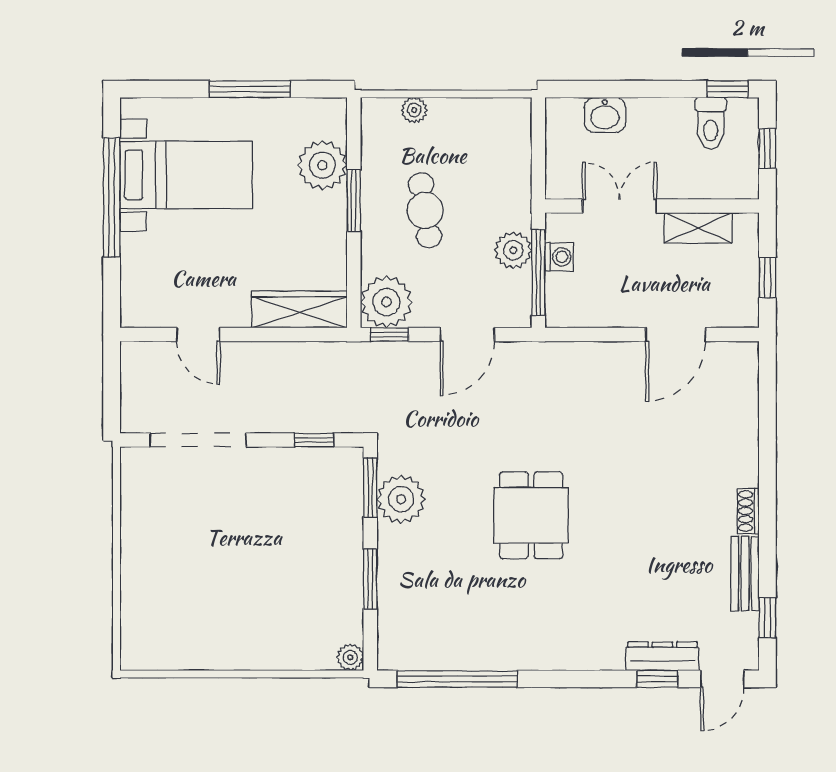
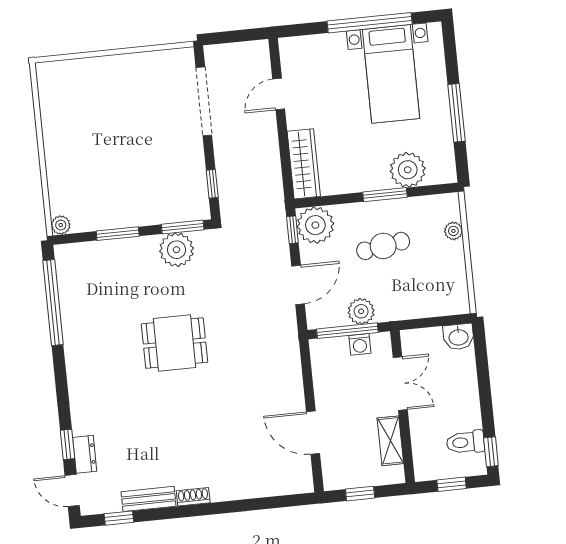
washbasin: (605, 115) -> (459, 337), moved, turned -90
door: (467, 335) -> (298, 285), swing flipped
dresser: (663, 656) -> (85, 454), width x0.70

